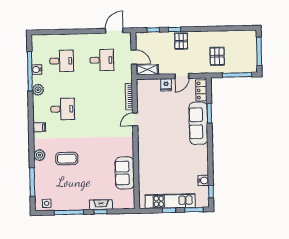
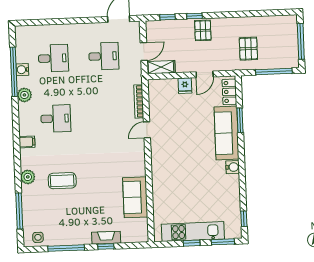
door: (134, 57) -> (144, 52), hinge flipped
water cooler: (203, 180) -> (233, 167), moved

